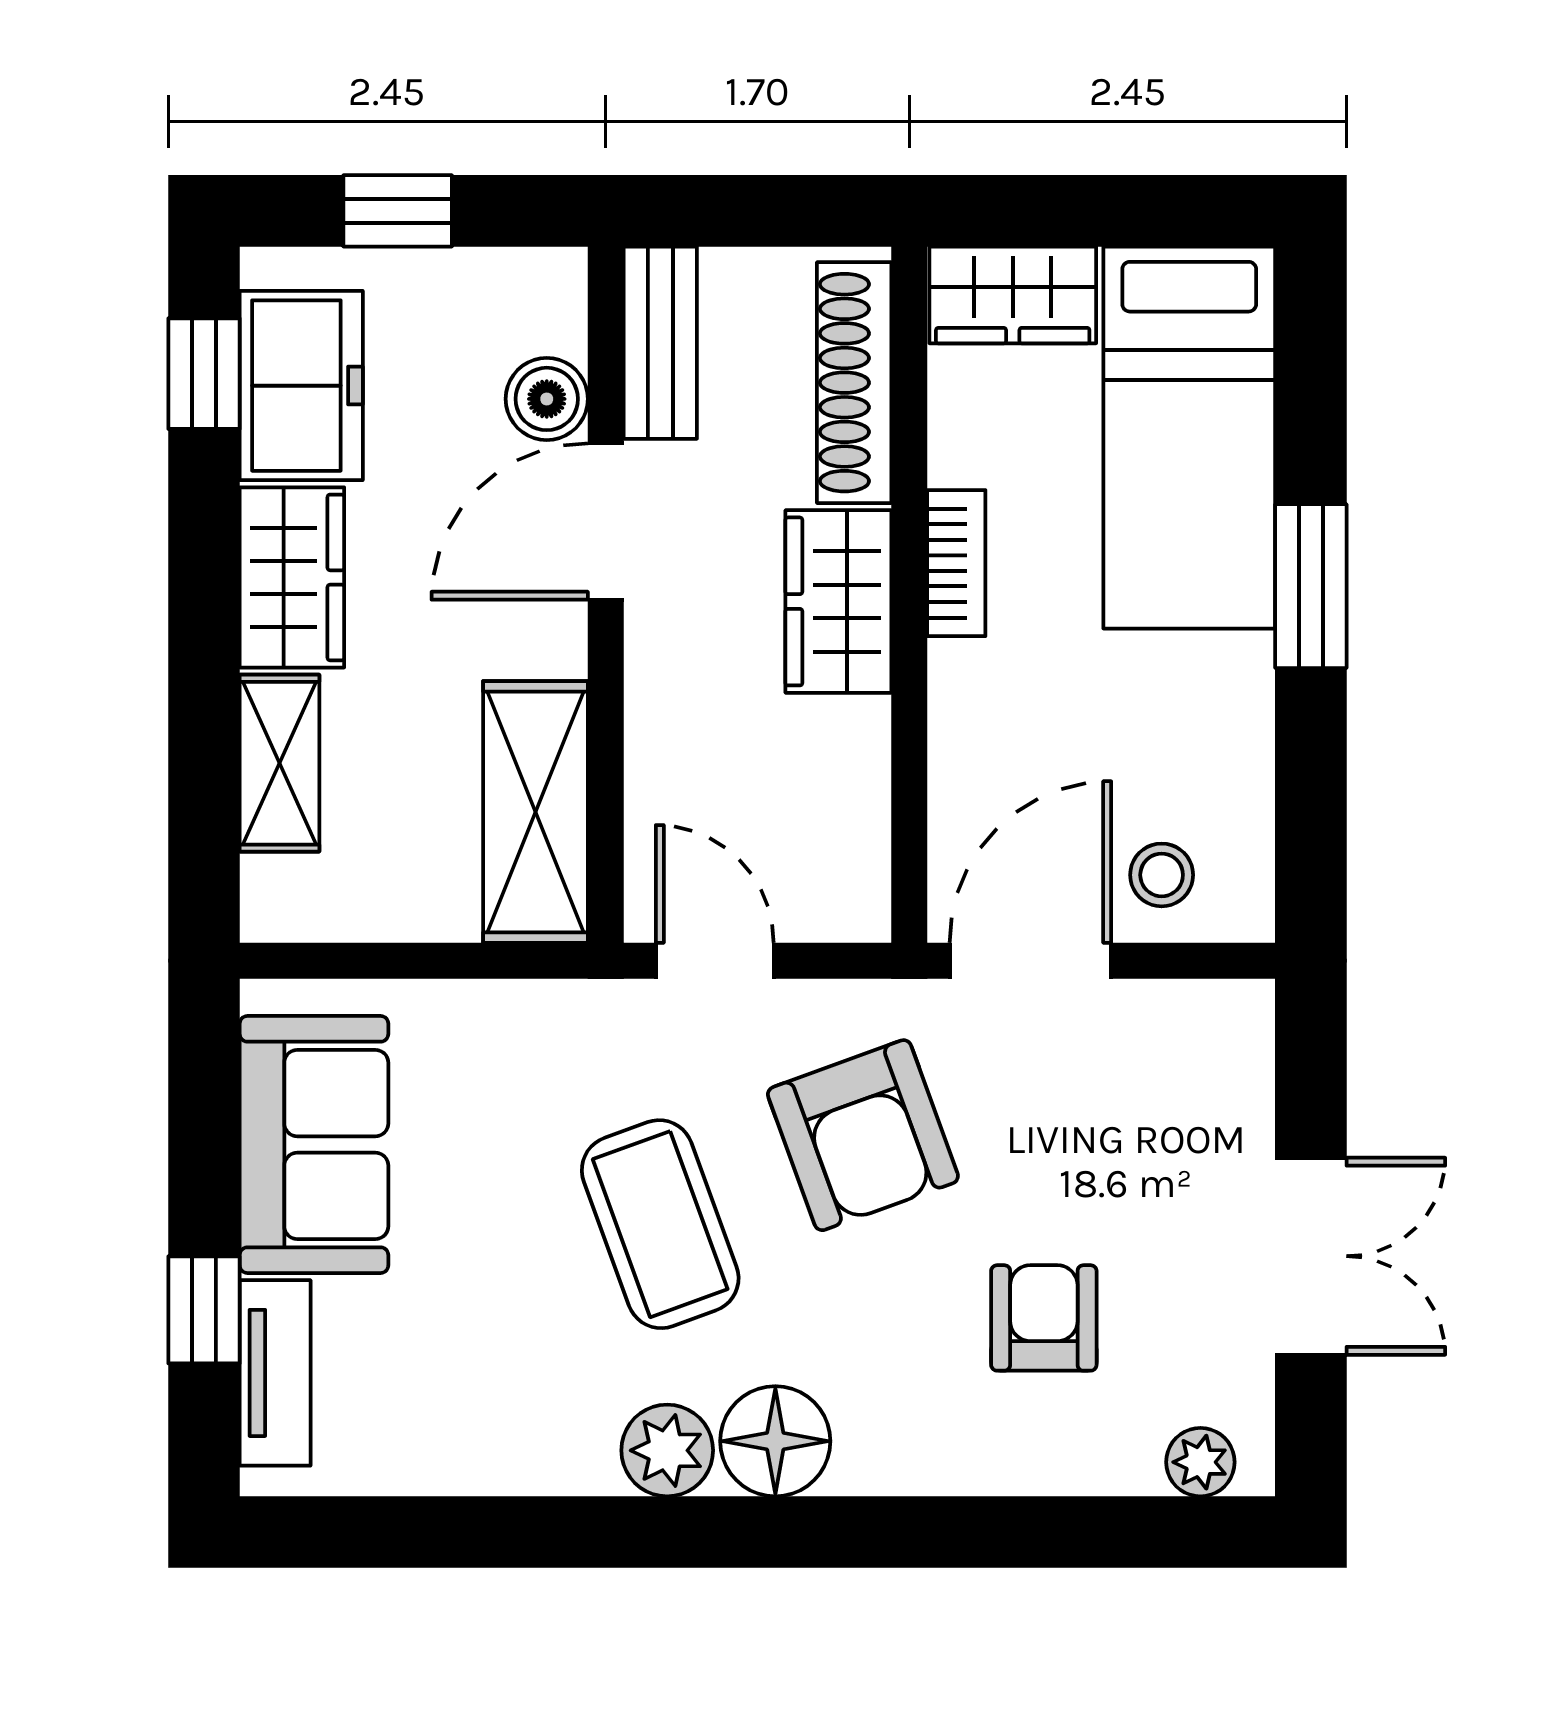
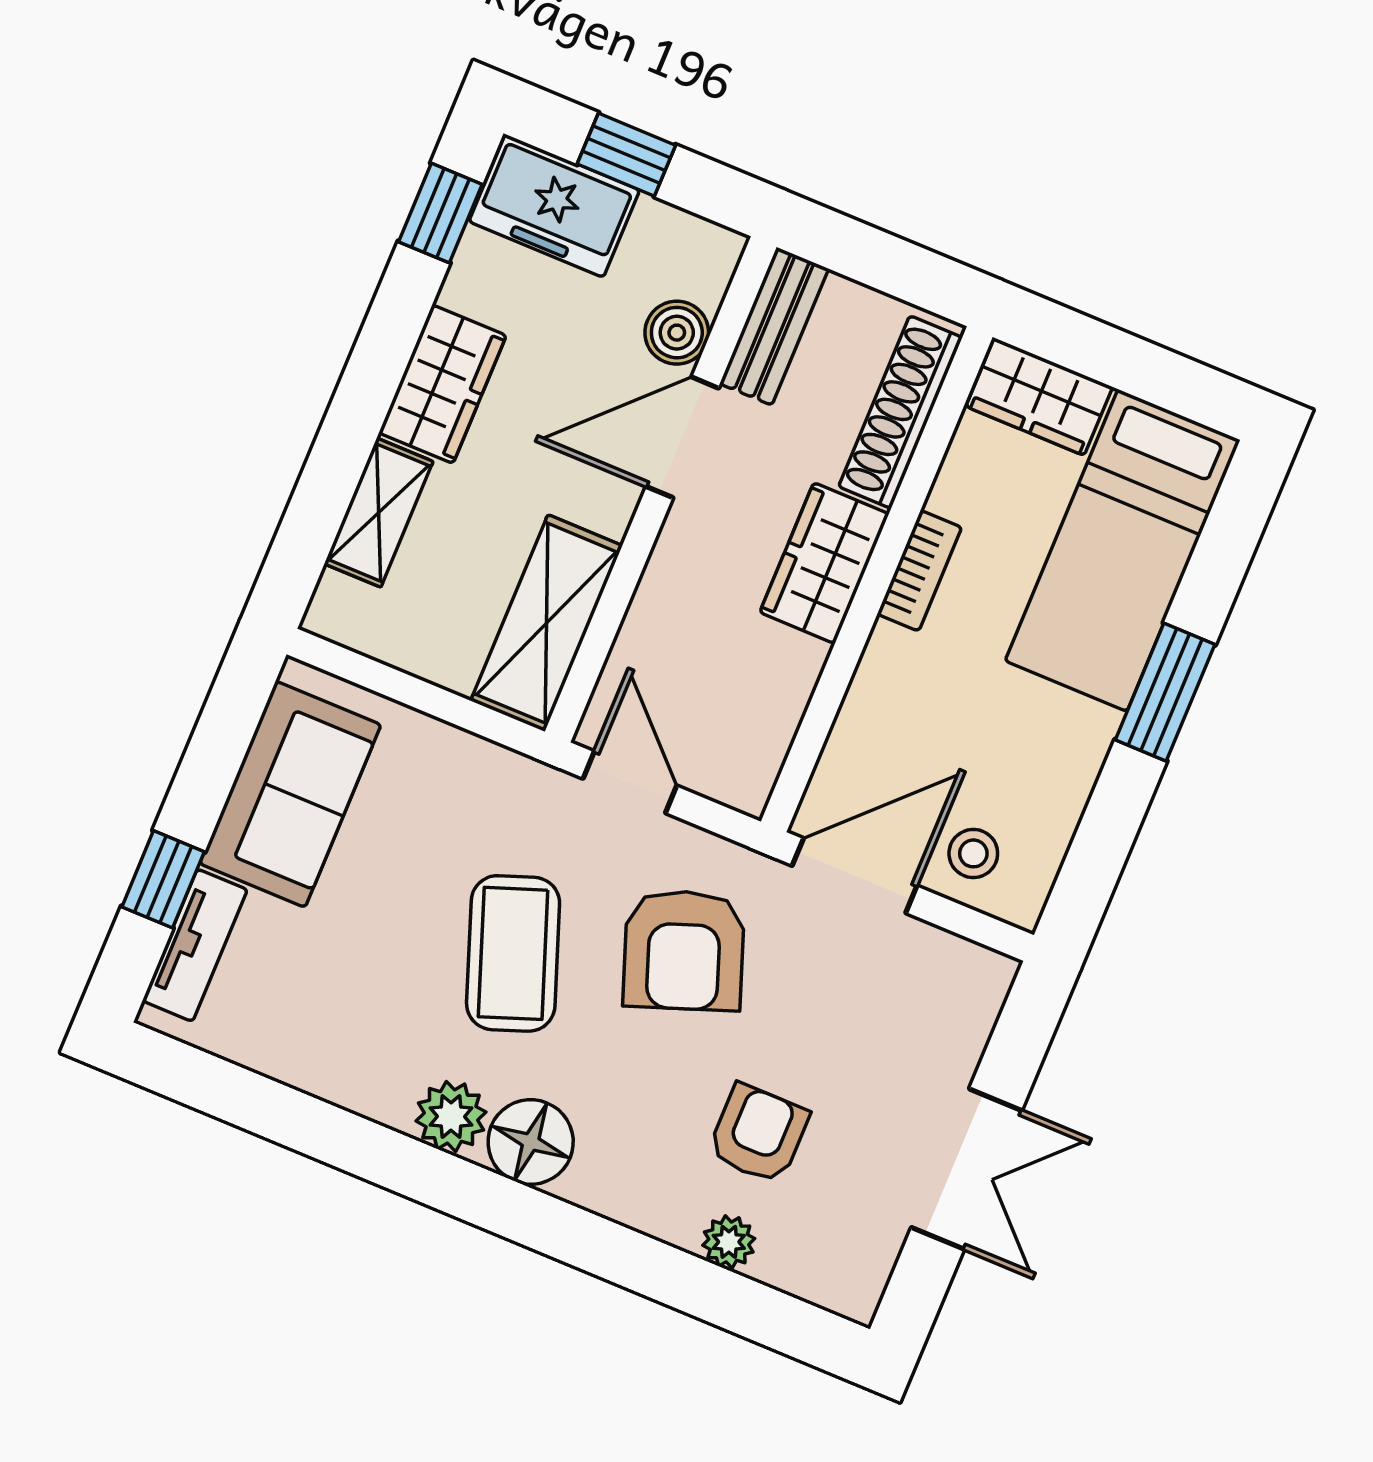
freezer: (301, 386) -> (554, 206), moved, turned 90
plant: (1200, 1462) -> (729, 1242), moved

